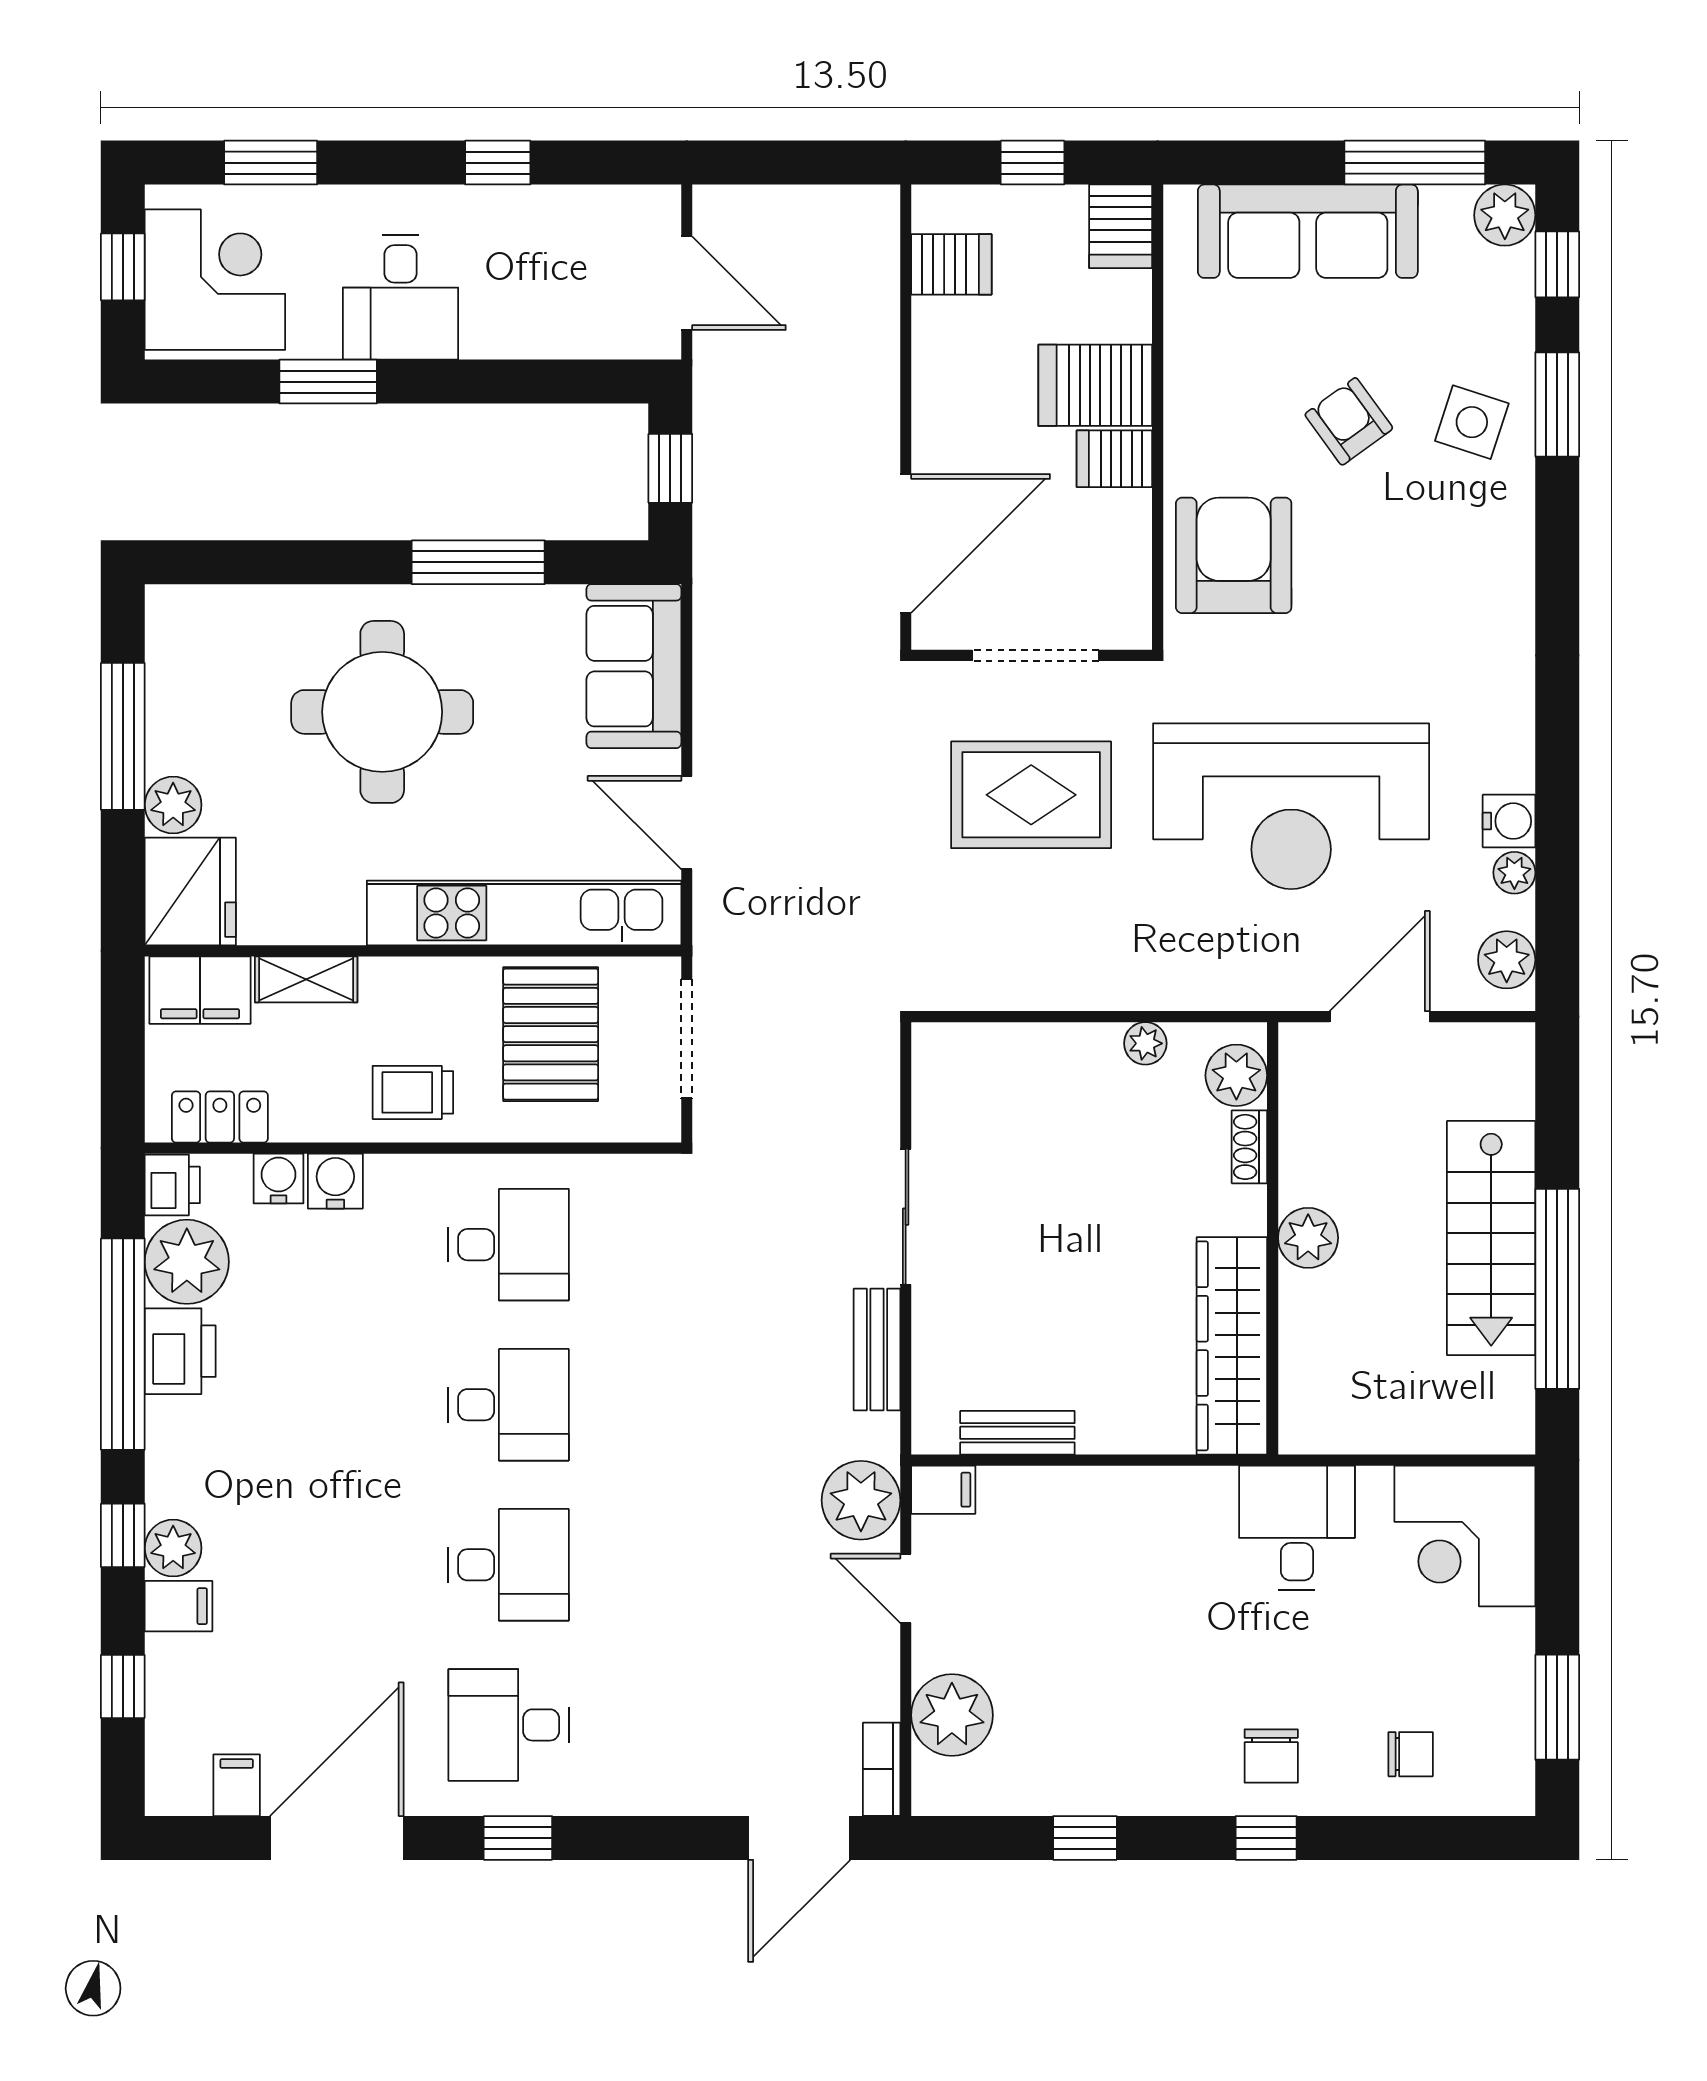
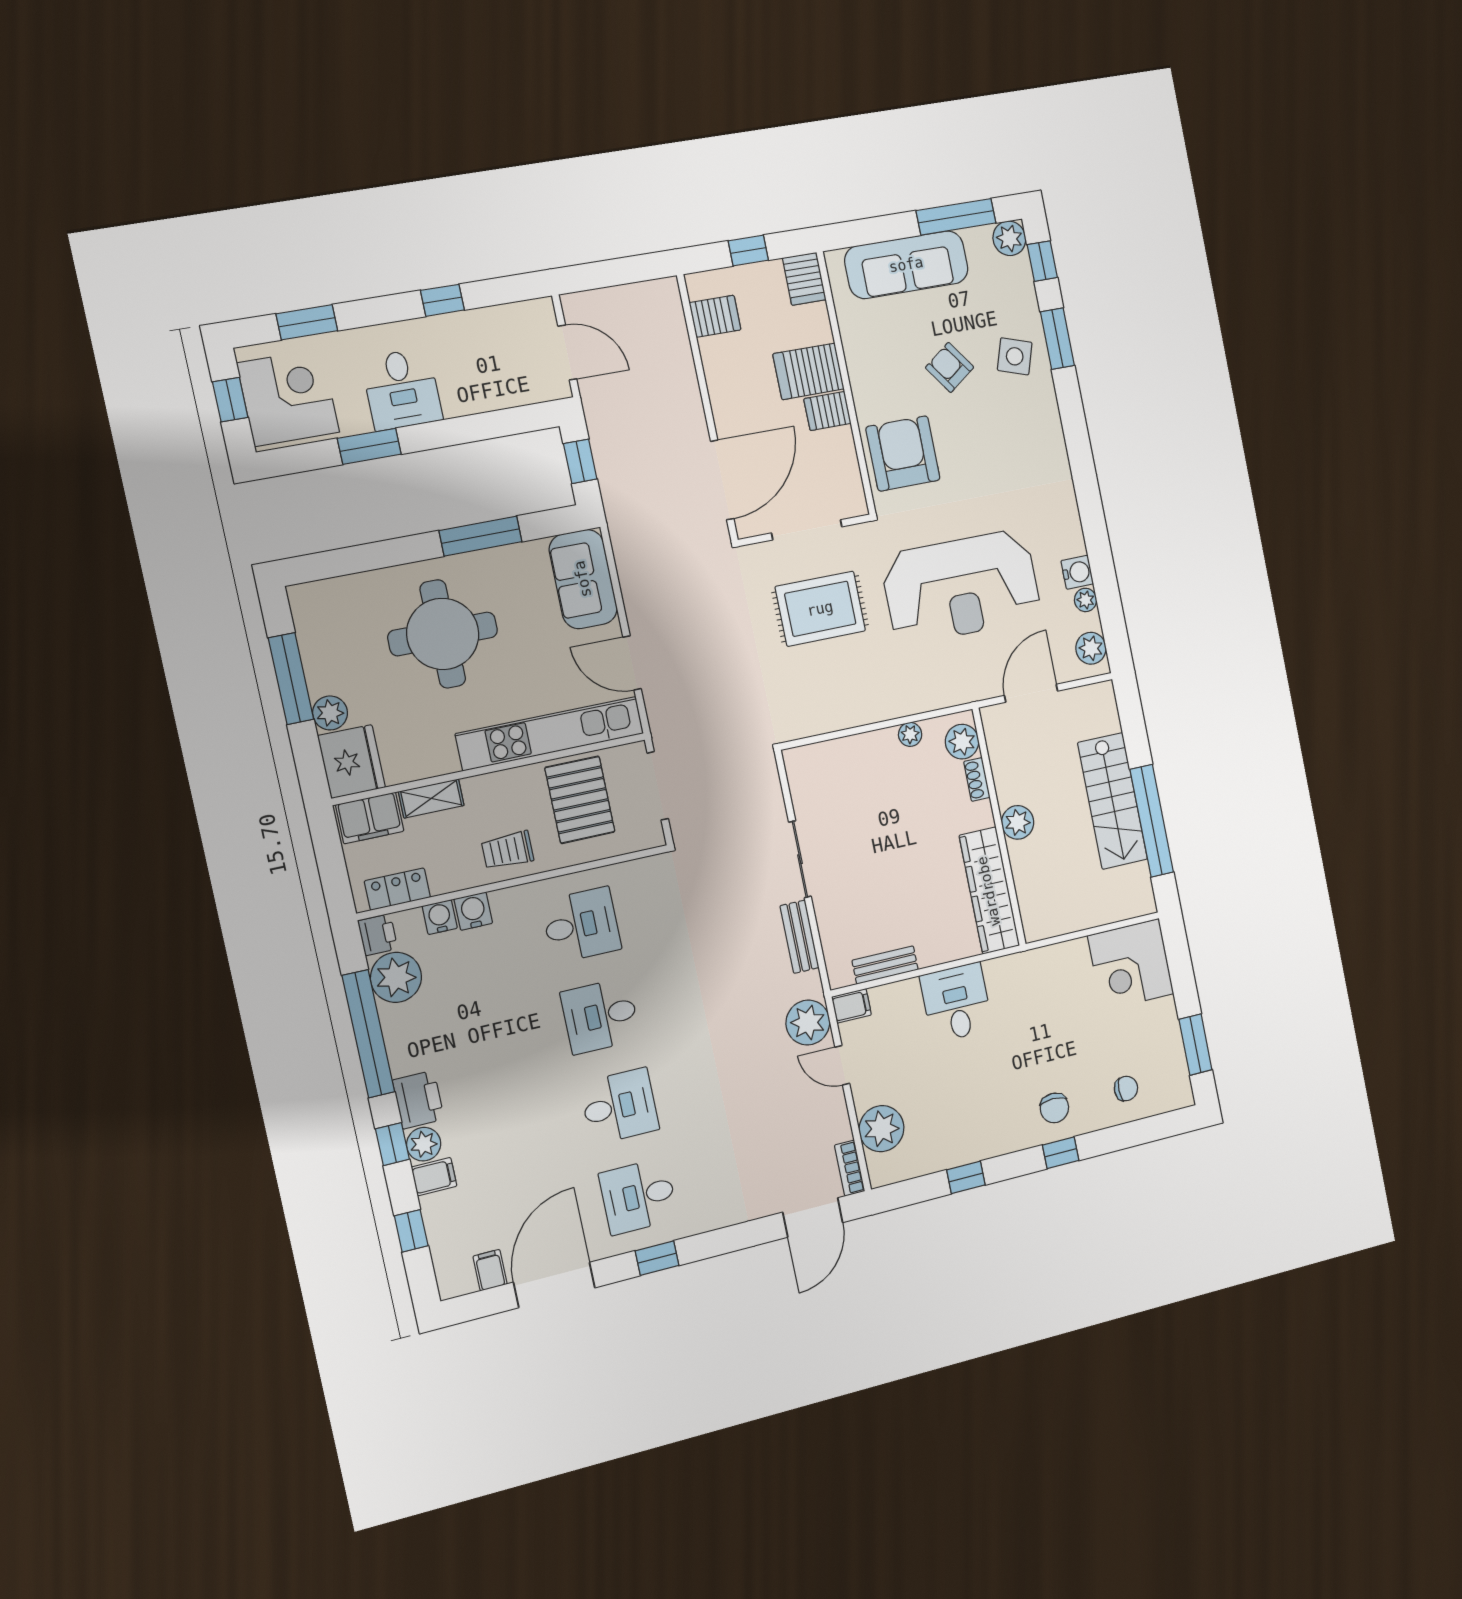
printer: (180, 1351) -> (418, 1100), moved
desk: (509, 1405) -> (600, 1016), turned 180
desk: (1297, 1528) -> (956, 1003), moved

